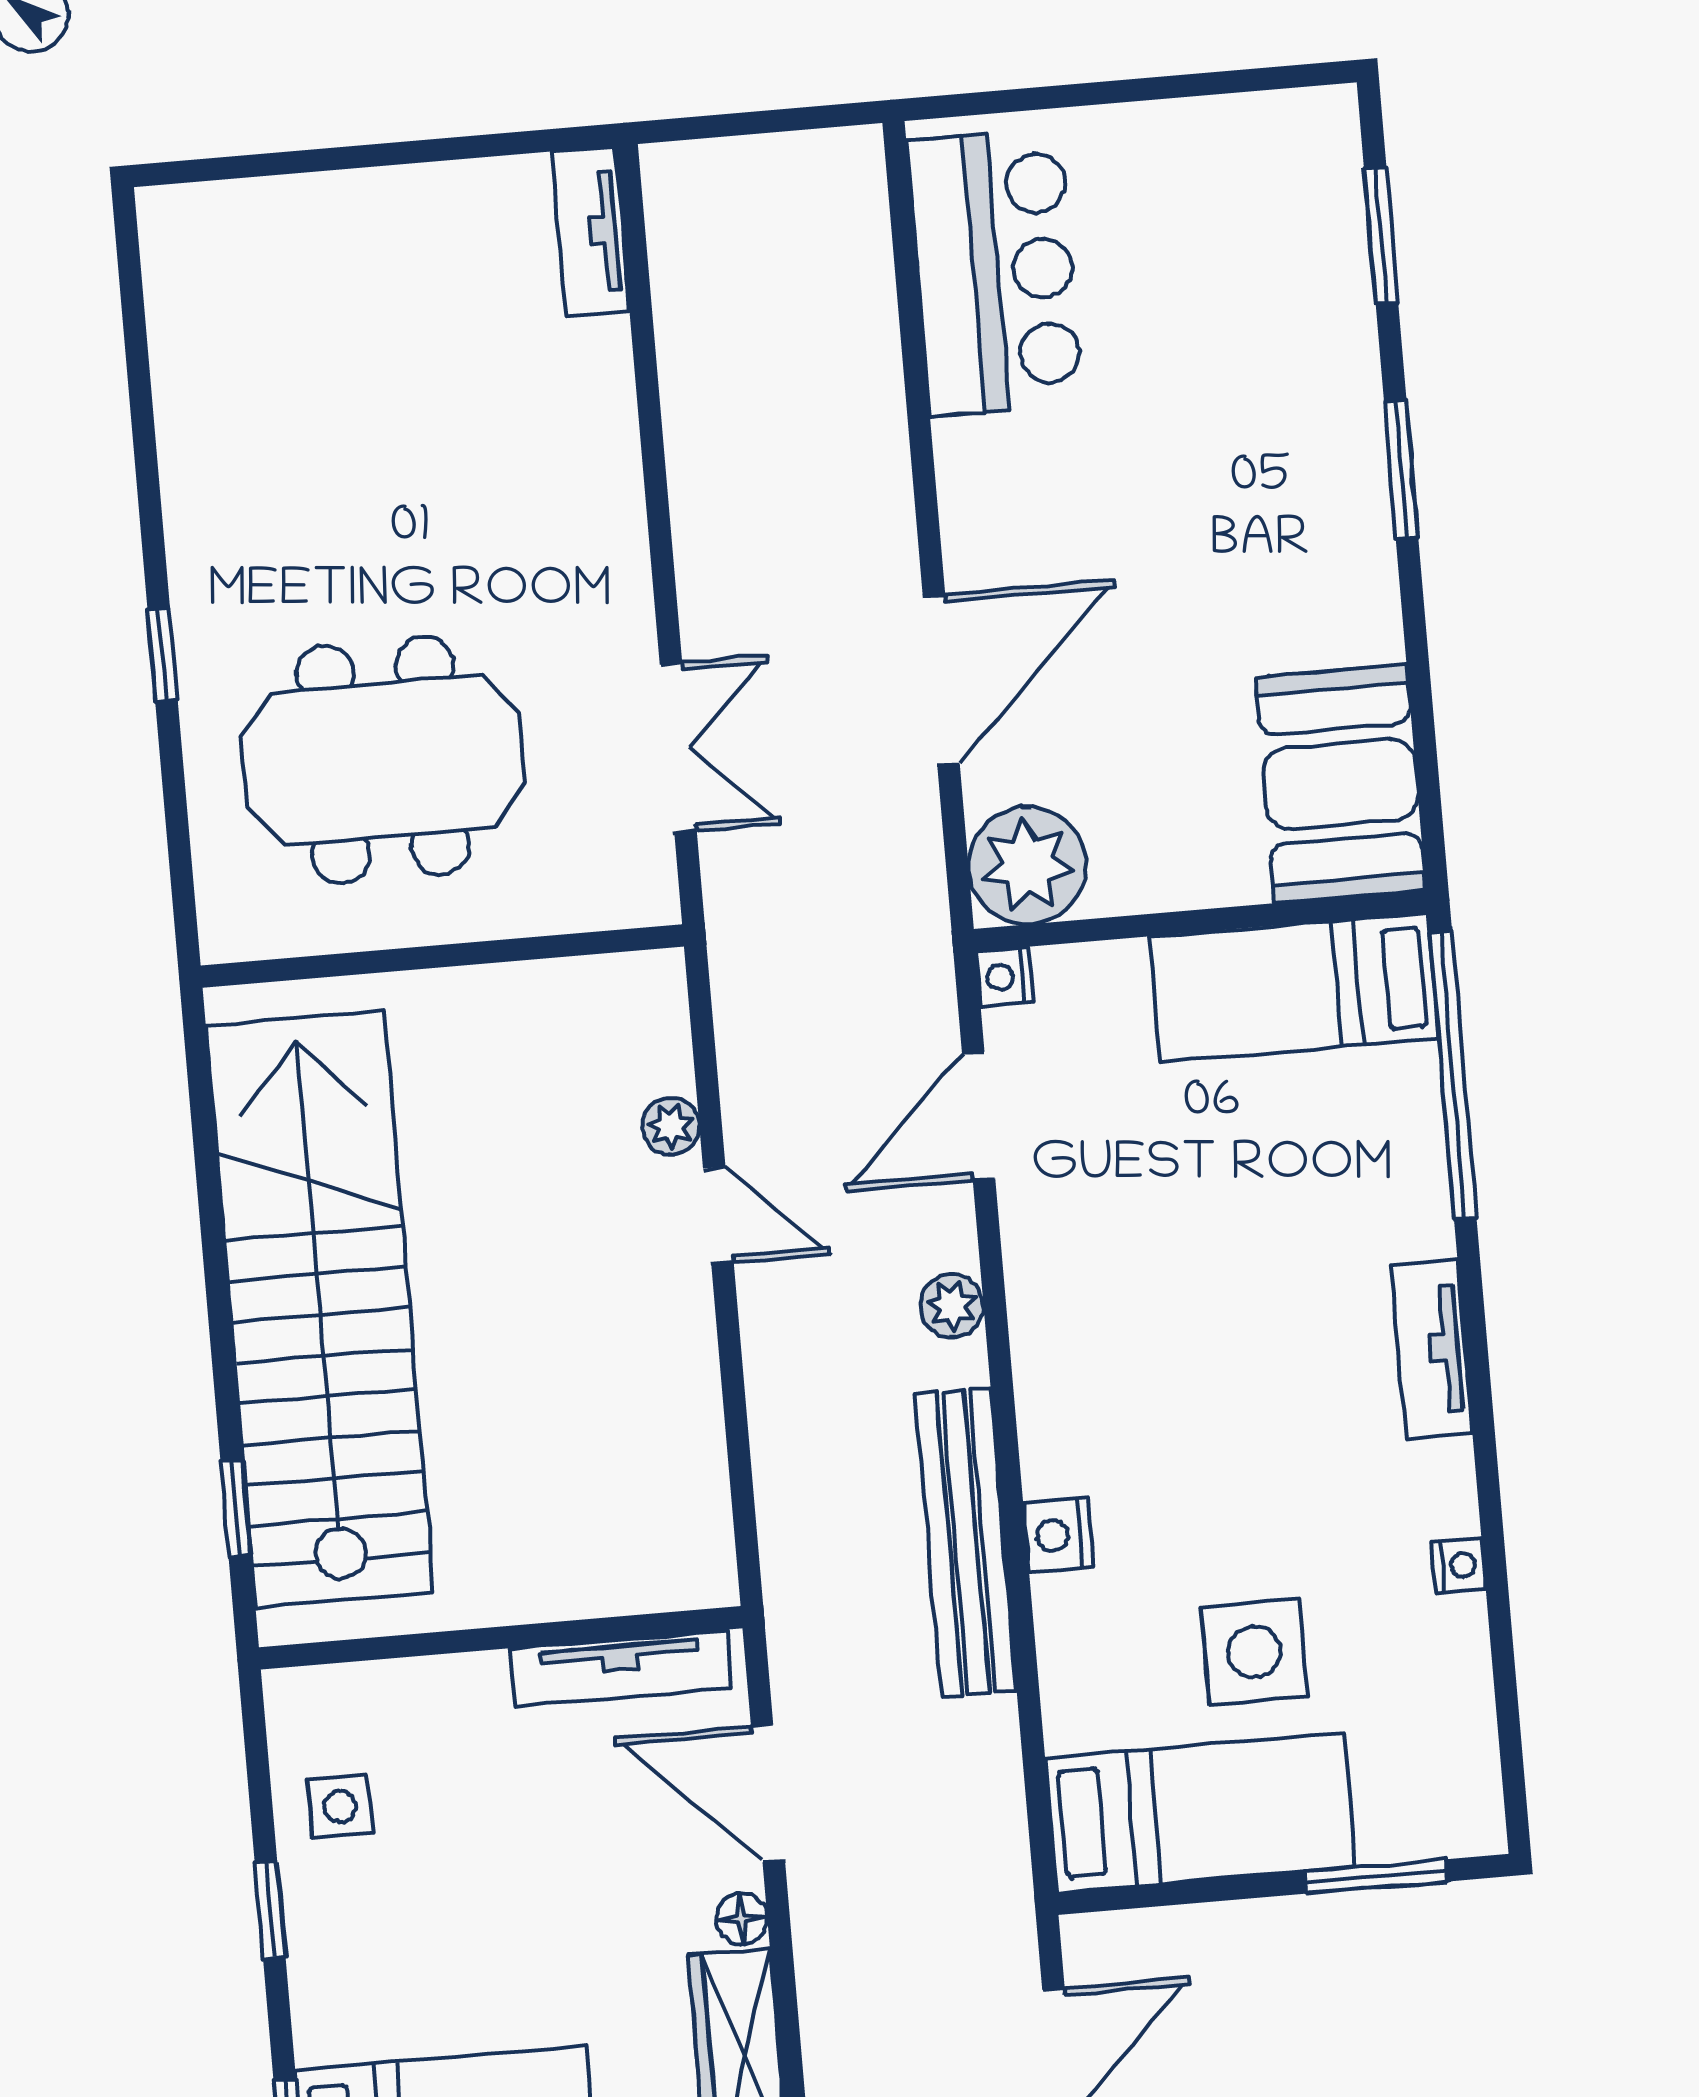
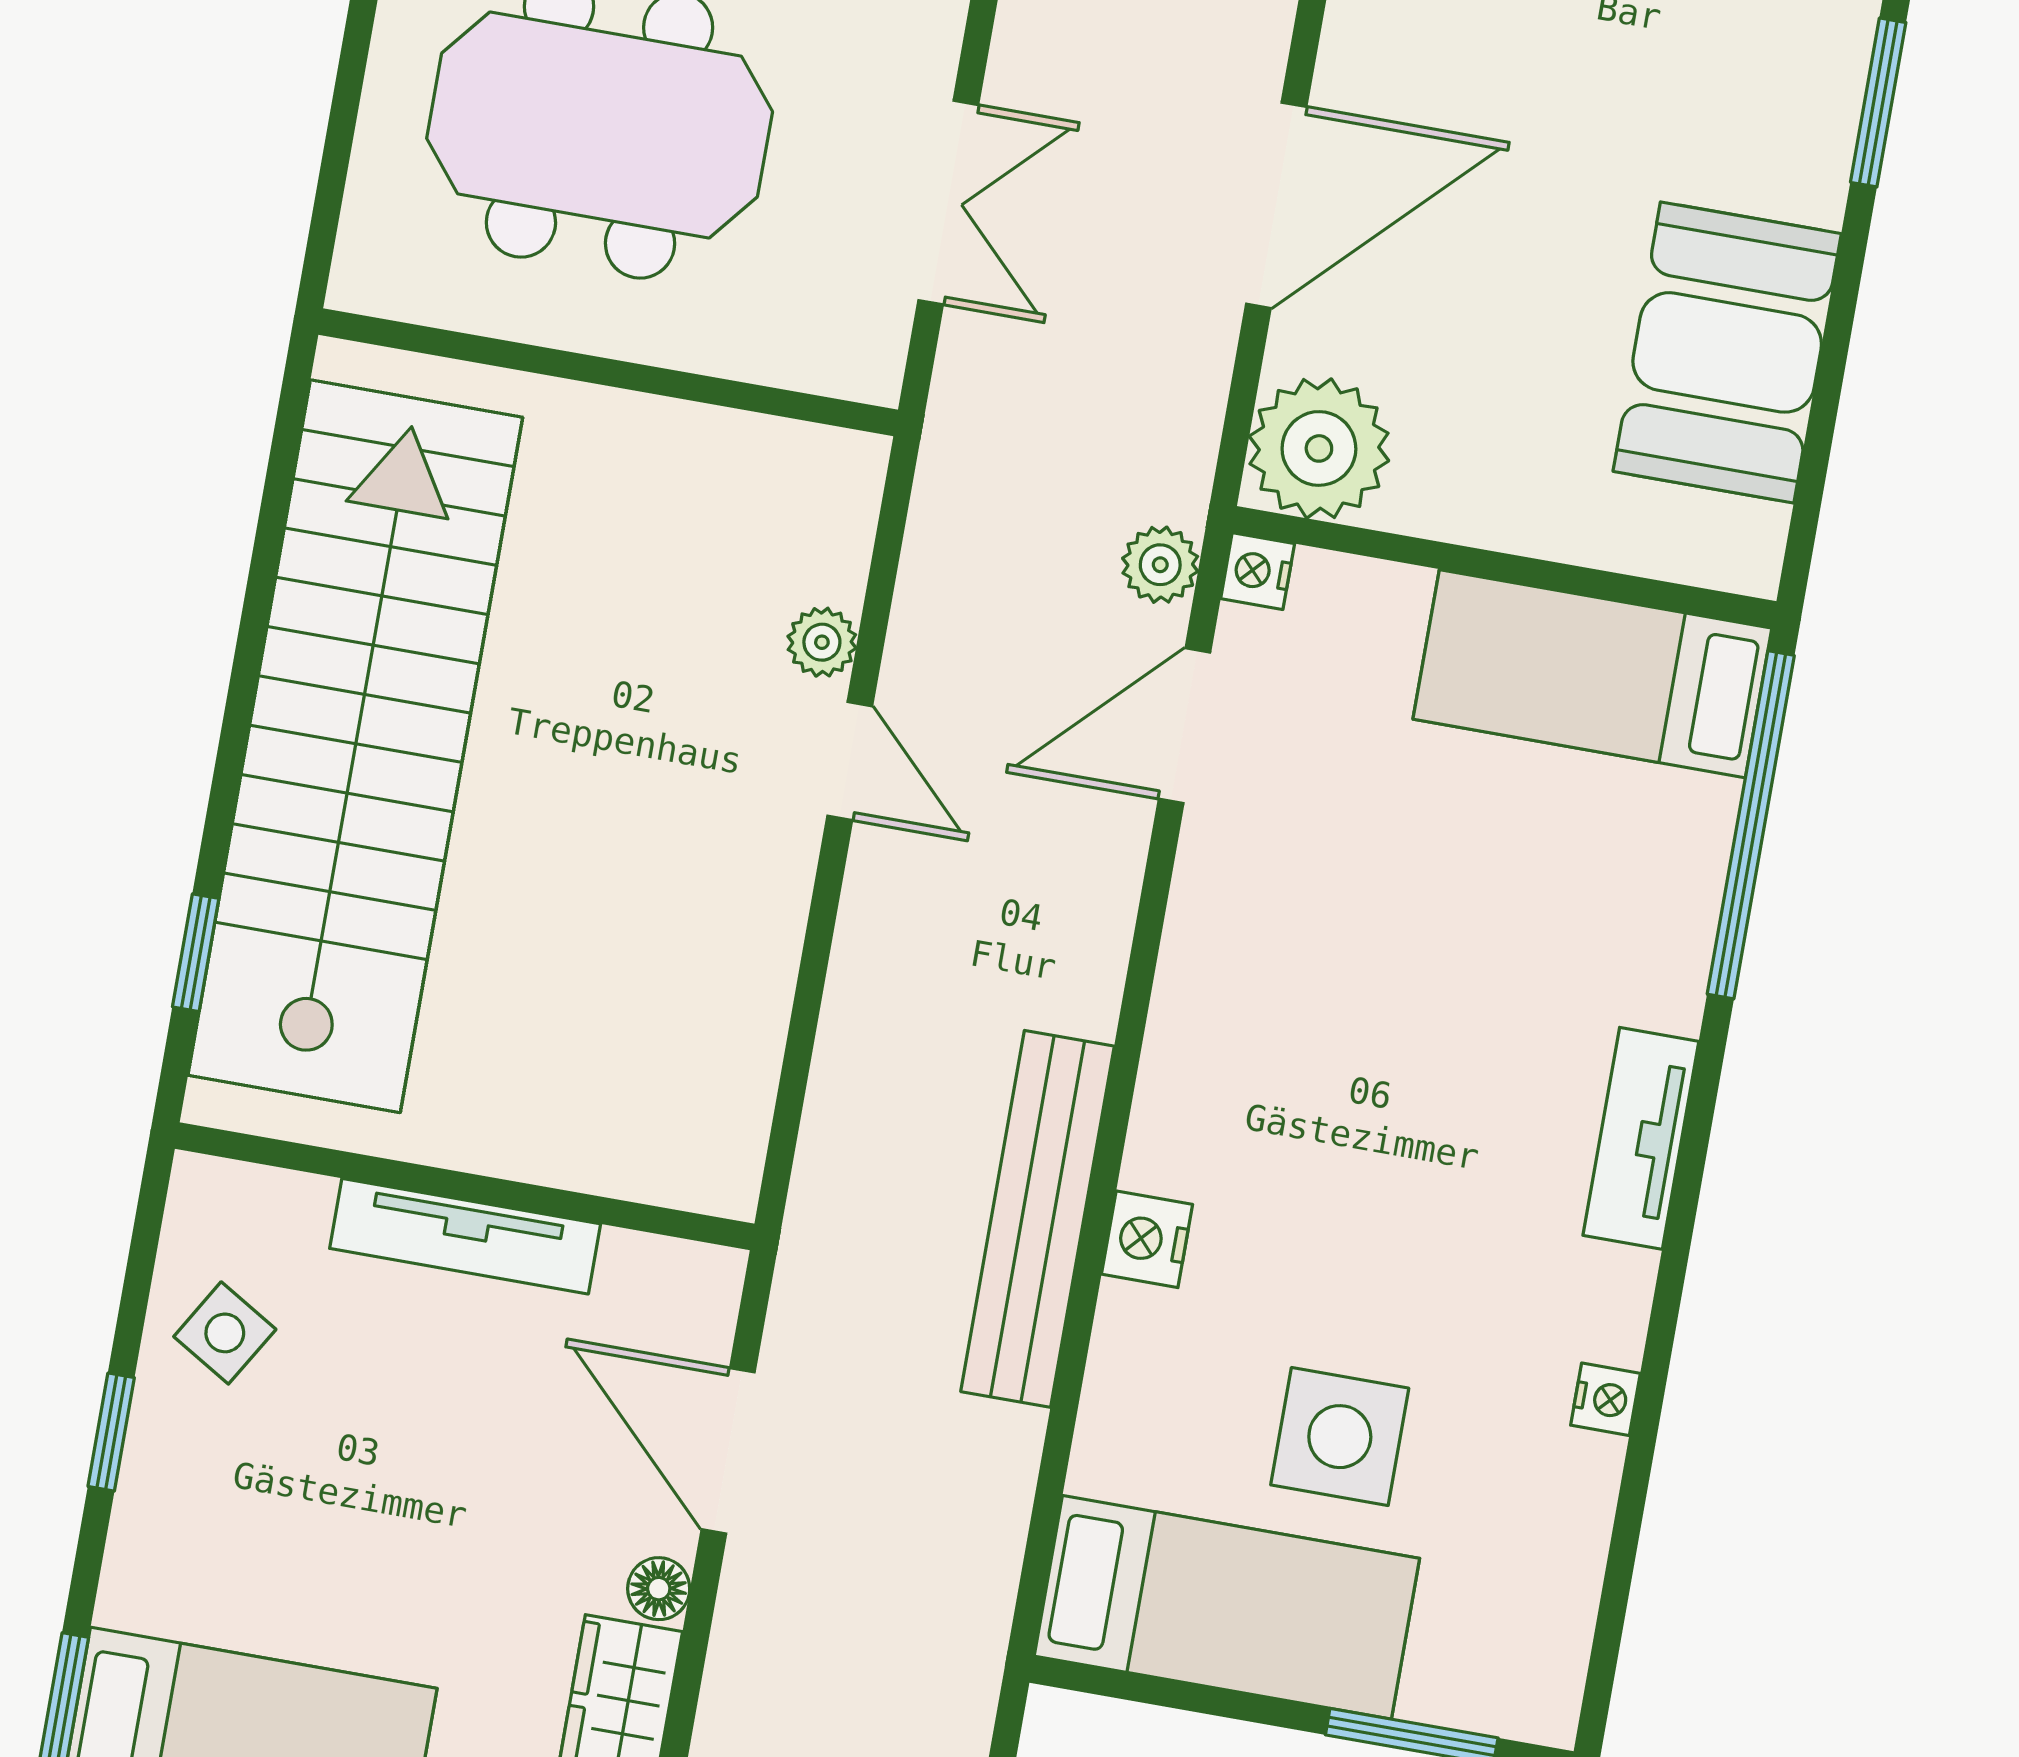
booth: (1341, 784) -> (1727, 352), moved
plant: (952, 1306) -> (1160, 565), moved
tv unit: (621, 1668) -> (465, 1236), moved
side table: (340, 1806) -> (225, 1333), turned 31

